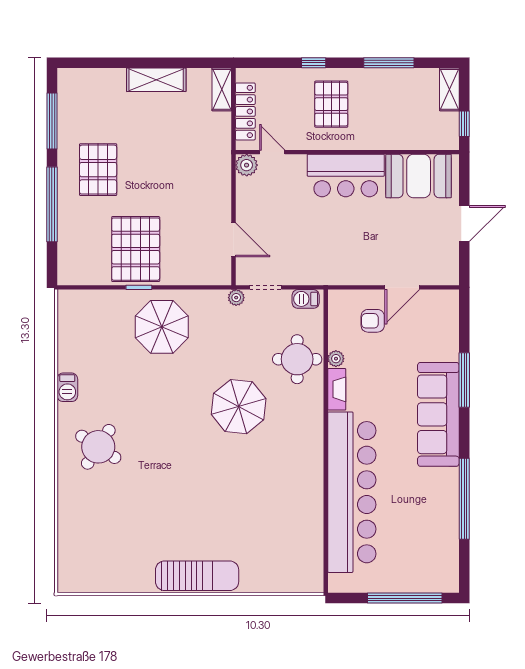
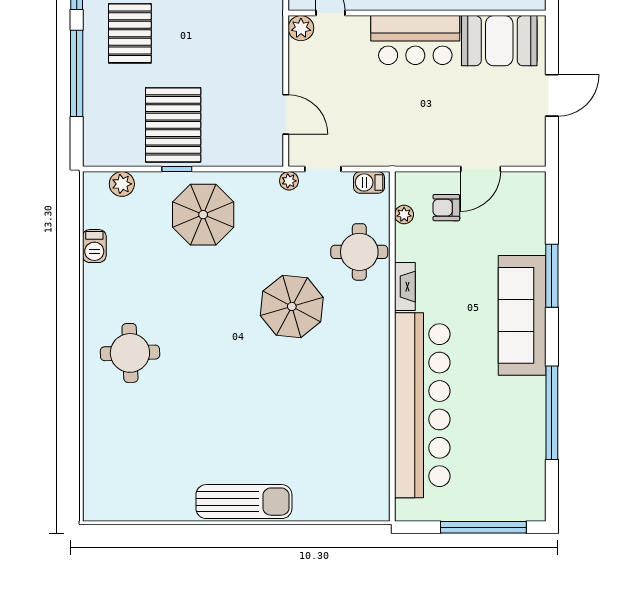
plant: (91, 300) -> (122, 184), added
plant: (336, 359) -> (404, 215), moved
barbecue: (67, 387) -> (94, 246), moved
round table: (98, 447) -> (130, 353), turned -35

